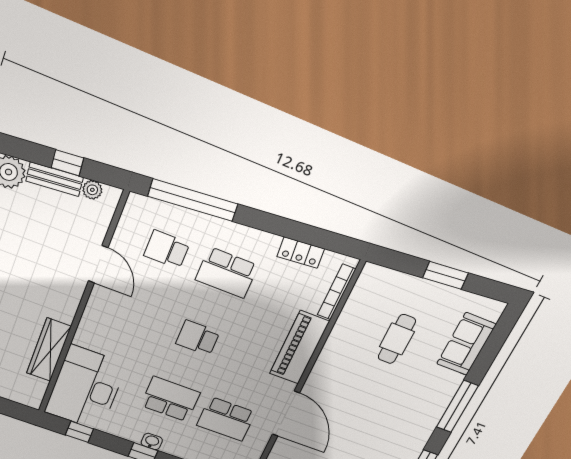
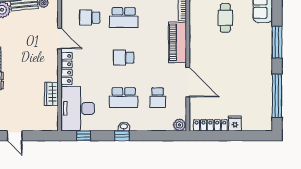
locker: (91, 319) -> (67, 68), added
wardrobe: (49, 350) -> (51, 94), width x0.67
school desk: (170, 399) -> (124, 98), turned 180
school desk: (226, 419) -> (158, 98), width x0.54

